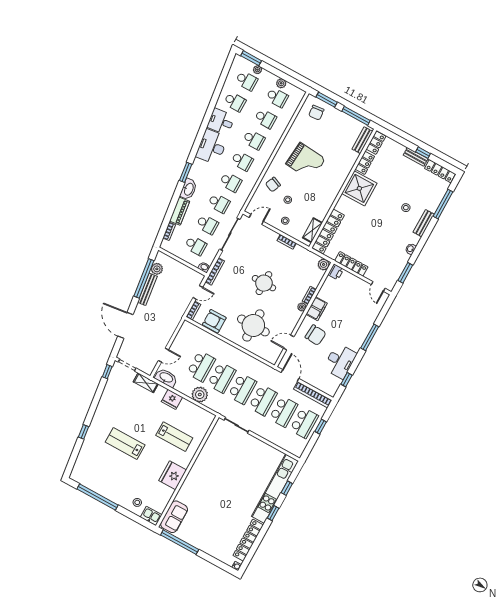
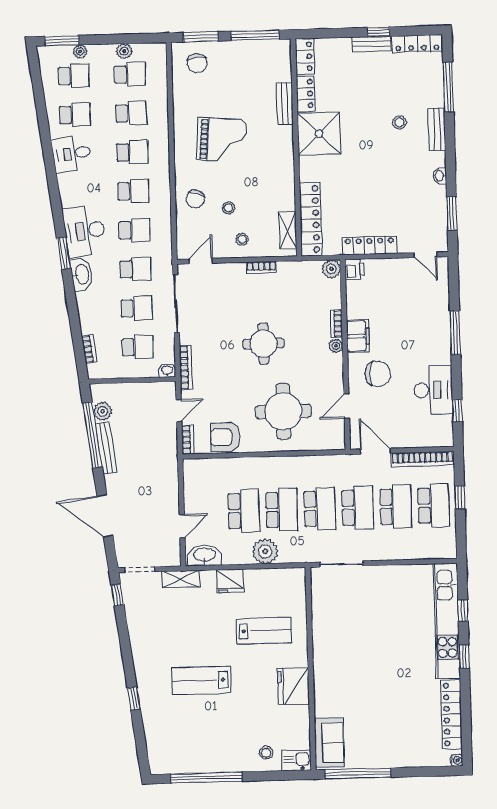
bench: (362, 140) -> (285, 103), moved
desk: (212, 147) -> (85, 231), moved
piano: (180, 211) -> (87, 312), removed

